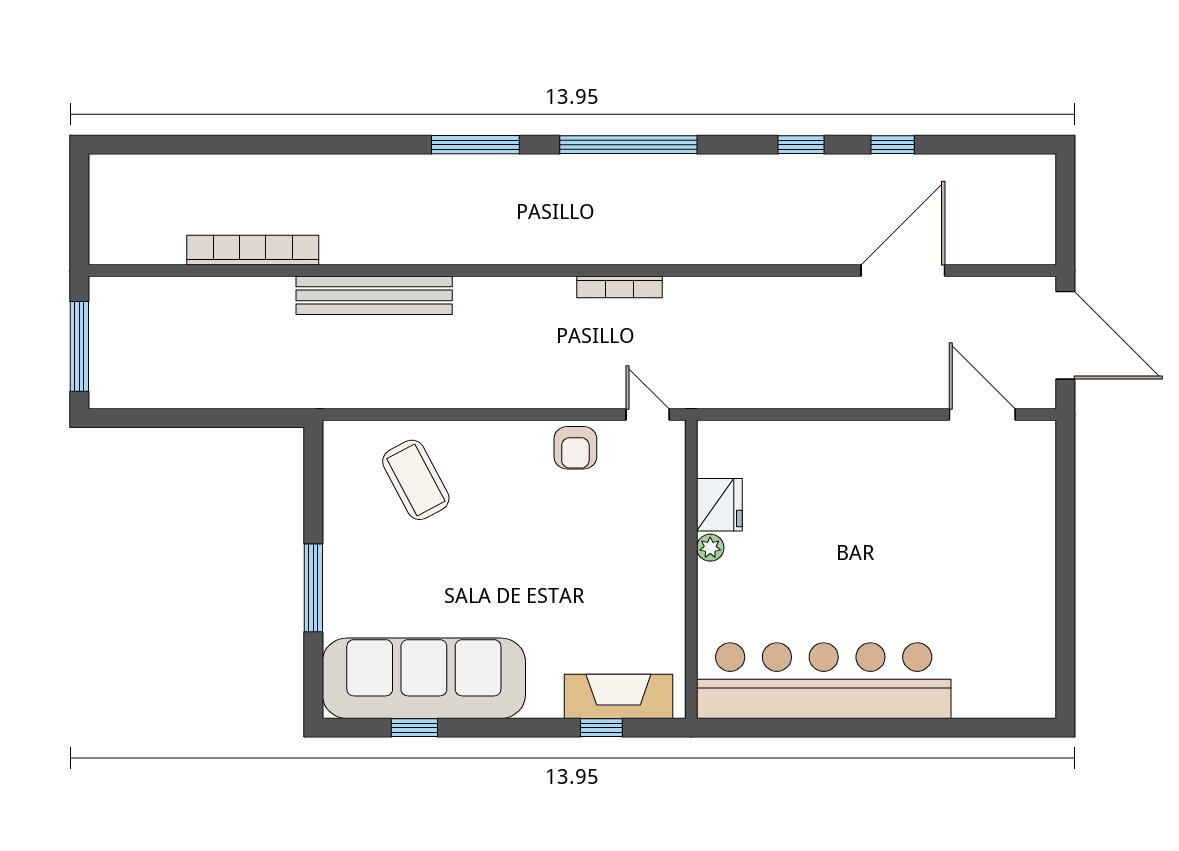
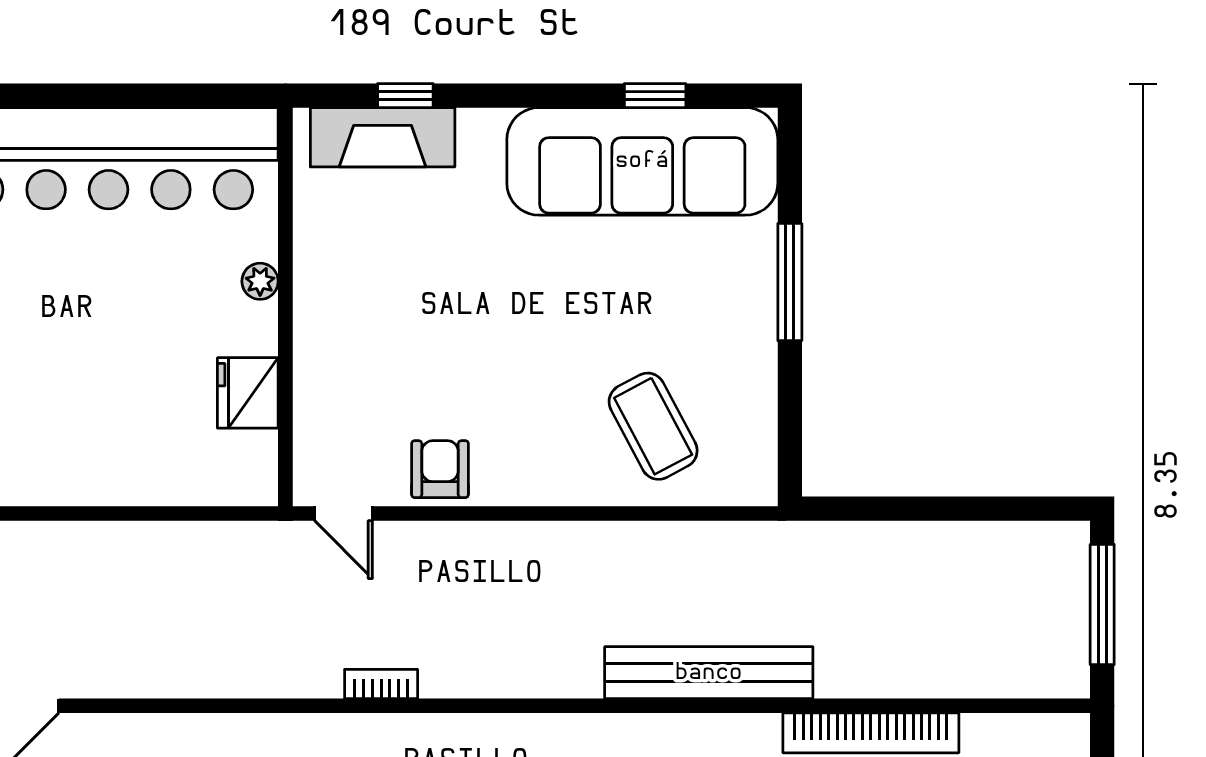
bookcase: (620, 287) -> (381, 684), width x0.64
plant: (710, 548) -> (260, 281), moved

